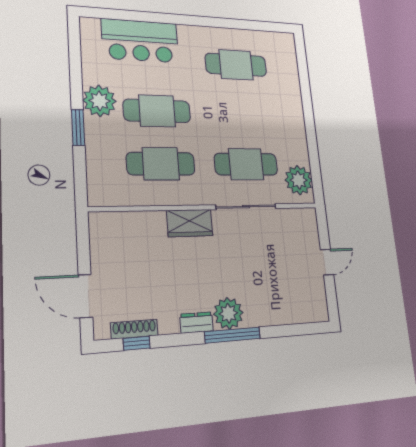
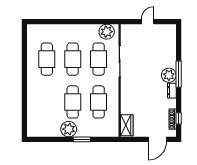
bar counter: (140, 41) -> (37, 108), removed
cafe table: (241, 114) -> (73, 59), added
wardrobe: (190, 223) -> (127, 125), moved
door: (327, 262) -> (148, 22), hinge flipped

